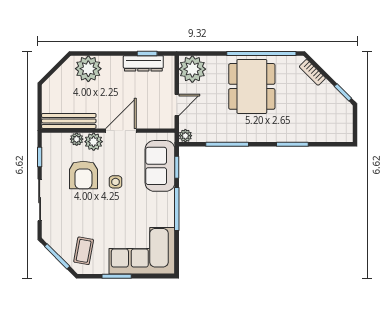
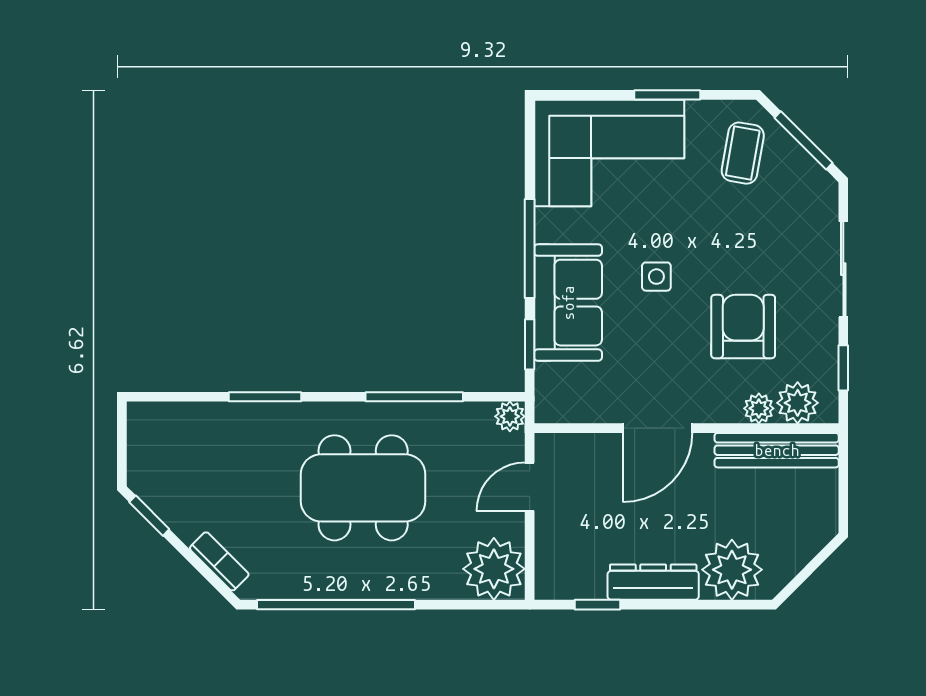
dresser: (143, 63) -> (653, 582), moved
dining table: (252, 86) -> (363, 488), moved, turned 90
plant: (94, 142) -> (798, 403), moved
sofa: (160, 166) -> (568, 303), moved
side table: (115, 182) -> (656, 277), moved

